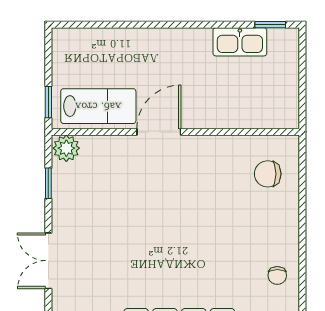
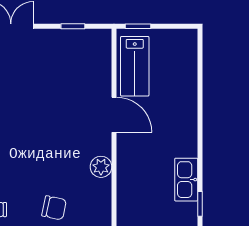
plant: (66, 148) -> (101, 167), moved
chair: (268, 174) -> (54, 208), moved, turned 102

